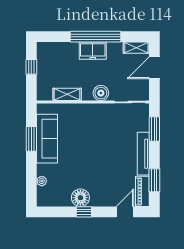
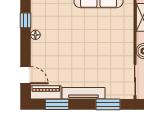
floor lamp: (80, 198) -> (35, 35), width x0.53, depth x0.53
window: (84, 212) -> (25, 20), moved

